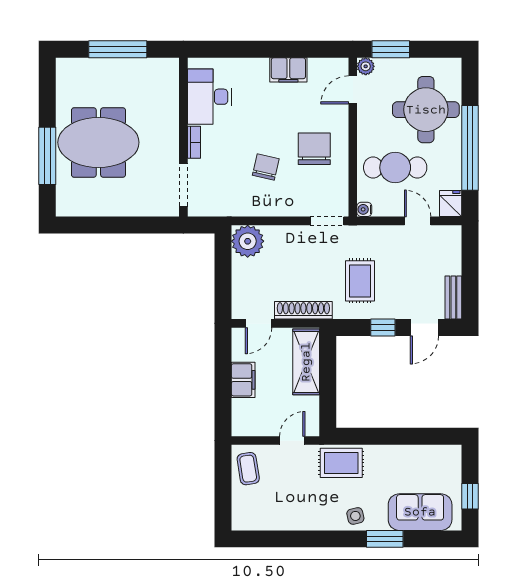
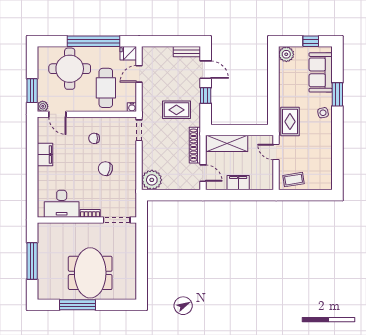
chair: (314, 149) -> (94, 138), width x0.54, depth x0.54
window: (47, 156) -> (78, 305), moved
plant: (449, 457) -> (286, 54), added

